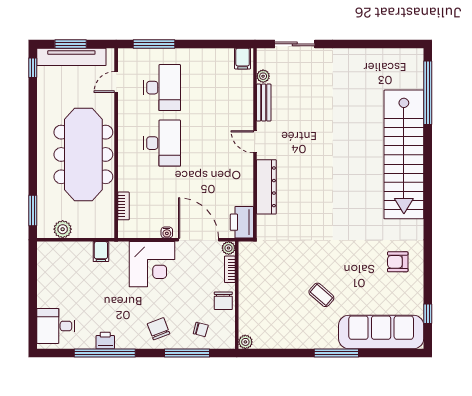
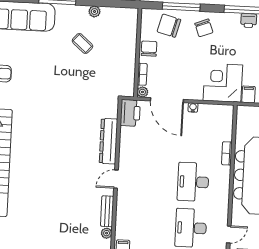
door: (255, 142) -> (116, 179), swing flipped
bookcase: (123, 206) -> (227, 153), moved
corner desk: (152, 264) -> (223, 83), moved
coffee table: (321, 295) -> (82, 43), moved
chair: (201, 329) -> (169, 26), width x1.87, depth x1.87
plant: (245, 342) -> (94, 12), moved

